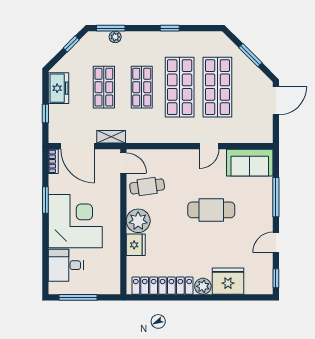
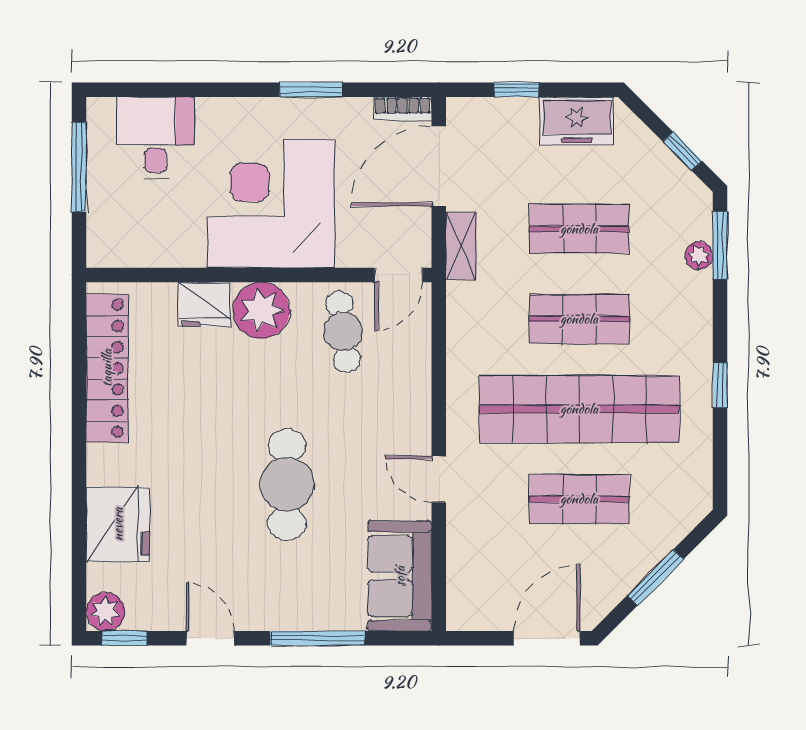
shop shelf: (180, 87) -> (579, 409), width x1.40
shop shelf: (217, 87) -> (579, 499), width x0.70, depth x0.74
door: (276, 101) -> (547, 638), swing flipped
corner desk: (75, 221) -> (271, 204), moved, turned 180
plant: (203, 286) -> (105, 612), moved

